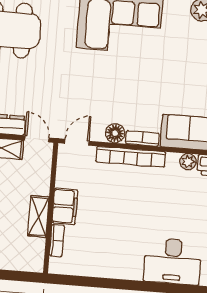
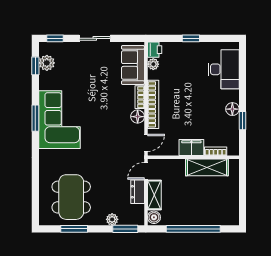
door: (77, 142) -> (146, 143), swing flipped
shelving: (38, 216) -> (207, 167), width x1.50, depth x1.33
floor lamp: (115, 269) -> (232, 109), added
window: (97, 282) -> (242, 121), added

